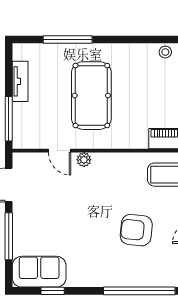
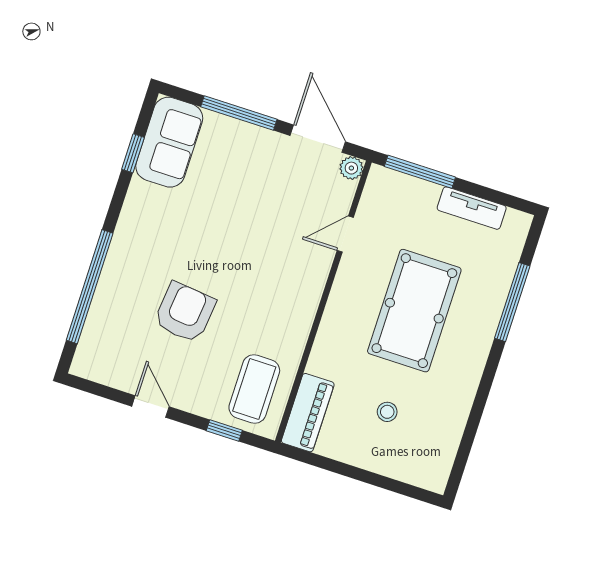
stool: (165, 52) -> (387, 412), moved
pool table: (91, 96) -> (414, 311), turned 90
plant: (84, 160) -> (351, 168), moved

